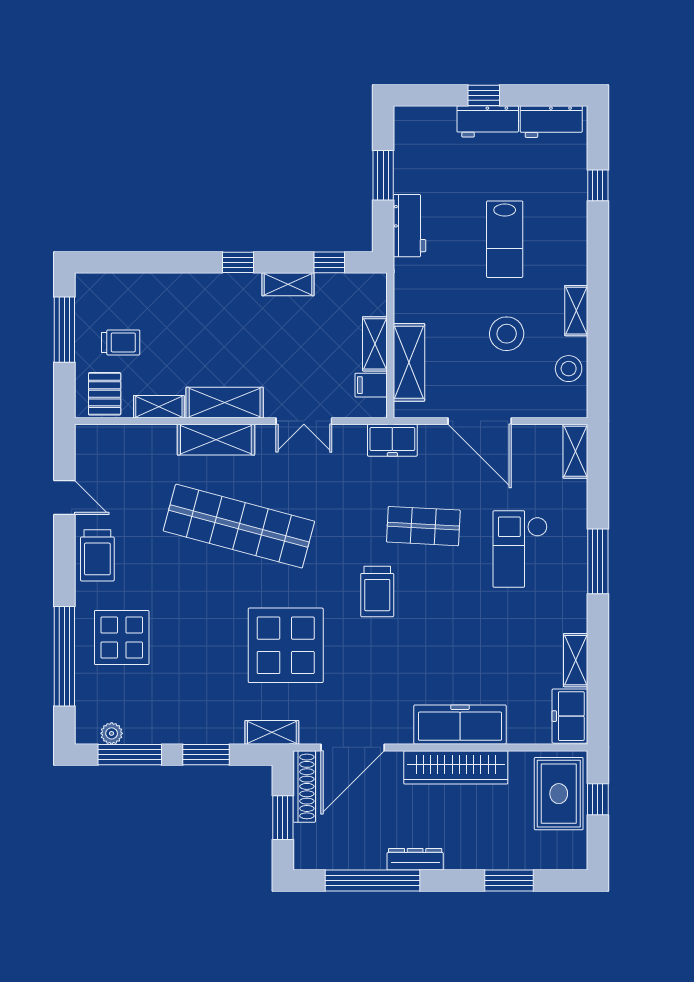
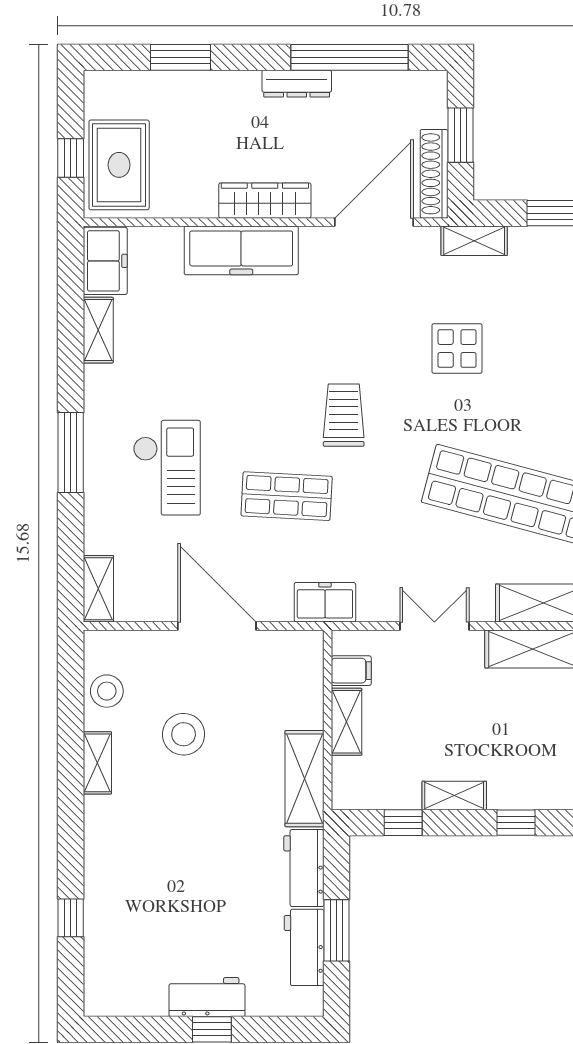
workbench: (551, 122) -> (304, 947), moved, turned -90
lab bench: (505, 239) -> (186, 851), removed
shelving: (409, 362) -> (304, 779), moved
display table: (286, 645) -> (457, 348), width x0.54, depth x0.54
wardrobe: (456, 767) -> (265, 201), width x0.71, depth x0.85

